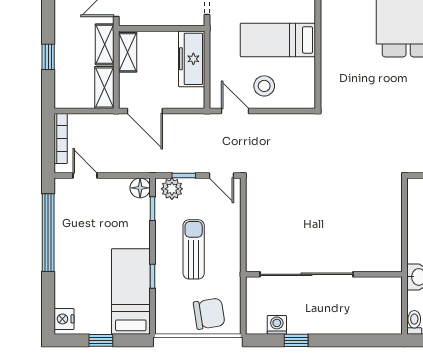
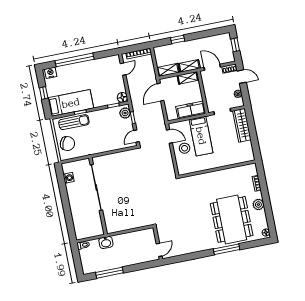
bed: (278, 40) -> (201, 136), moved, turned 180
door: (235, 111) -> (169, 136), hinge flipped
window: (48, 233) -> (75, 60), moved
sun lounger: (194, 249) -> (74, 122), moved
chair: (209, 314) -> (67, 144), turned -58
window: (296, 340) -> (63, 189), removed

